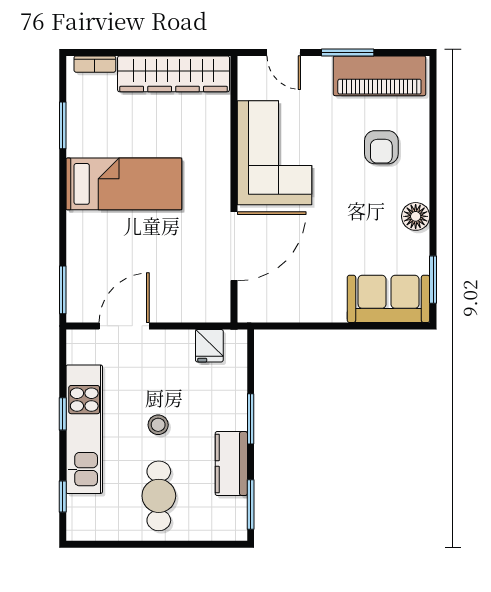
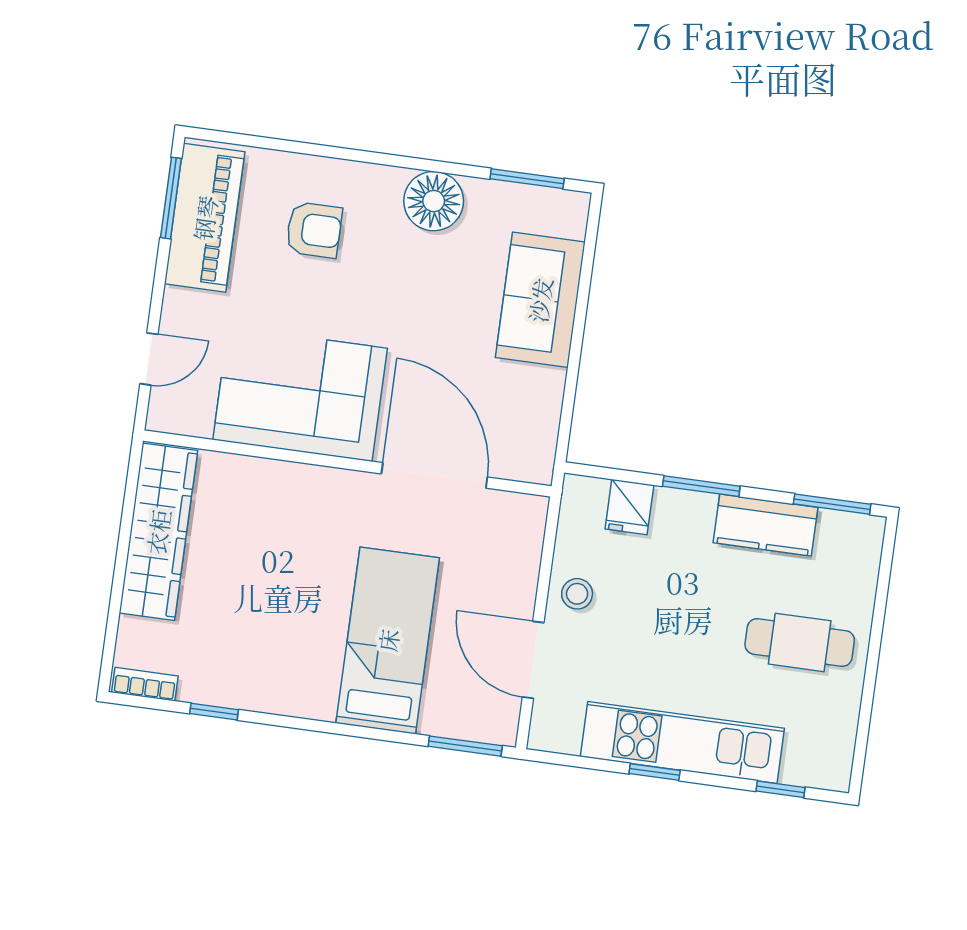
window: (348, 52) -> (171, 198), moved
bookcase: (95, 64) -> (145, 684), moved, turned -90
window: (63, 125) -> (214, 712), width x0.67
bed: (124, 184) -> (388, 640), moved
floor lamp: (416, 216) -> (434, 201), width x1.38, depth x1.38
sofa: (389, 299) -> (540, 300), moved
fridge: (209, 346) -> (629, 507), moved, turned 90
stool: (158, 425) -> (577, 594), moved

